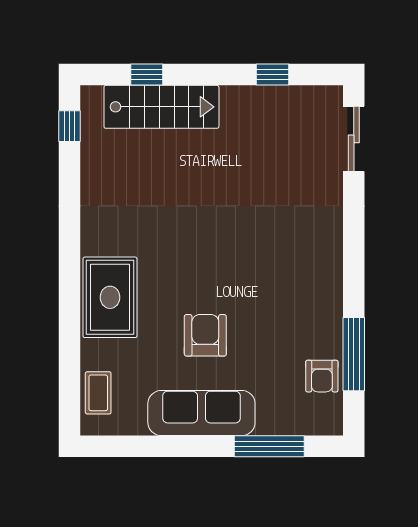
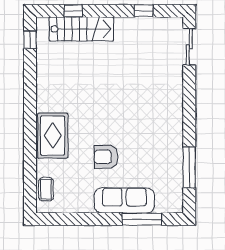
armchair: (205, 335) -> (106, 157), turned -90
armchair: (322, 376) -> (171, 180), removed
sofa: (201, 413) -> (124, 200), moved

